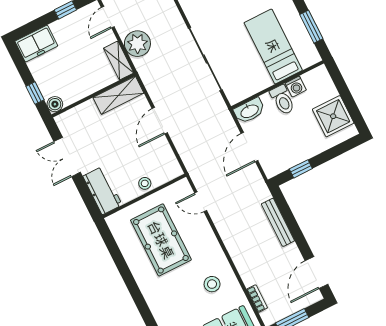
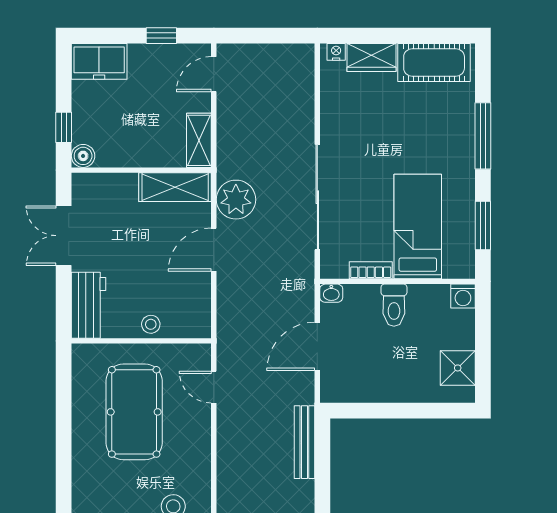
plant: (137, 44) -> (236, 200), moved
bookcase: (258, 86) -> (371, 270), added
washing machine: (296, 87) -> (463, 296), moved
washbasin: (249, 111) -> (331, 293), width x0.52, depth x0.69
shower: (333, 116) -> (458, 368), width x0.73, depth x0.73
window: (301, 169) -> (372, 411), removed
bench: (278, 222) -> (304, 442), moved

